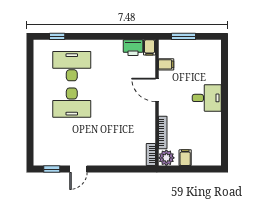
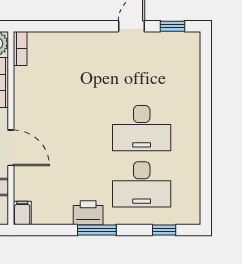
window: (101, 36) -> (97, 230), added
printer: (133, 48) -> (88, 213), moved
desk: (72, 103) -> (142, 128), turned 180

